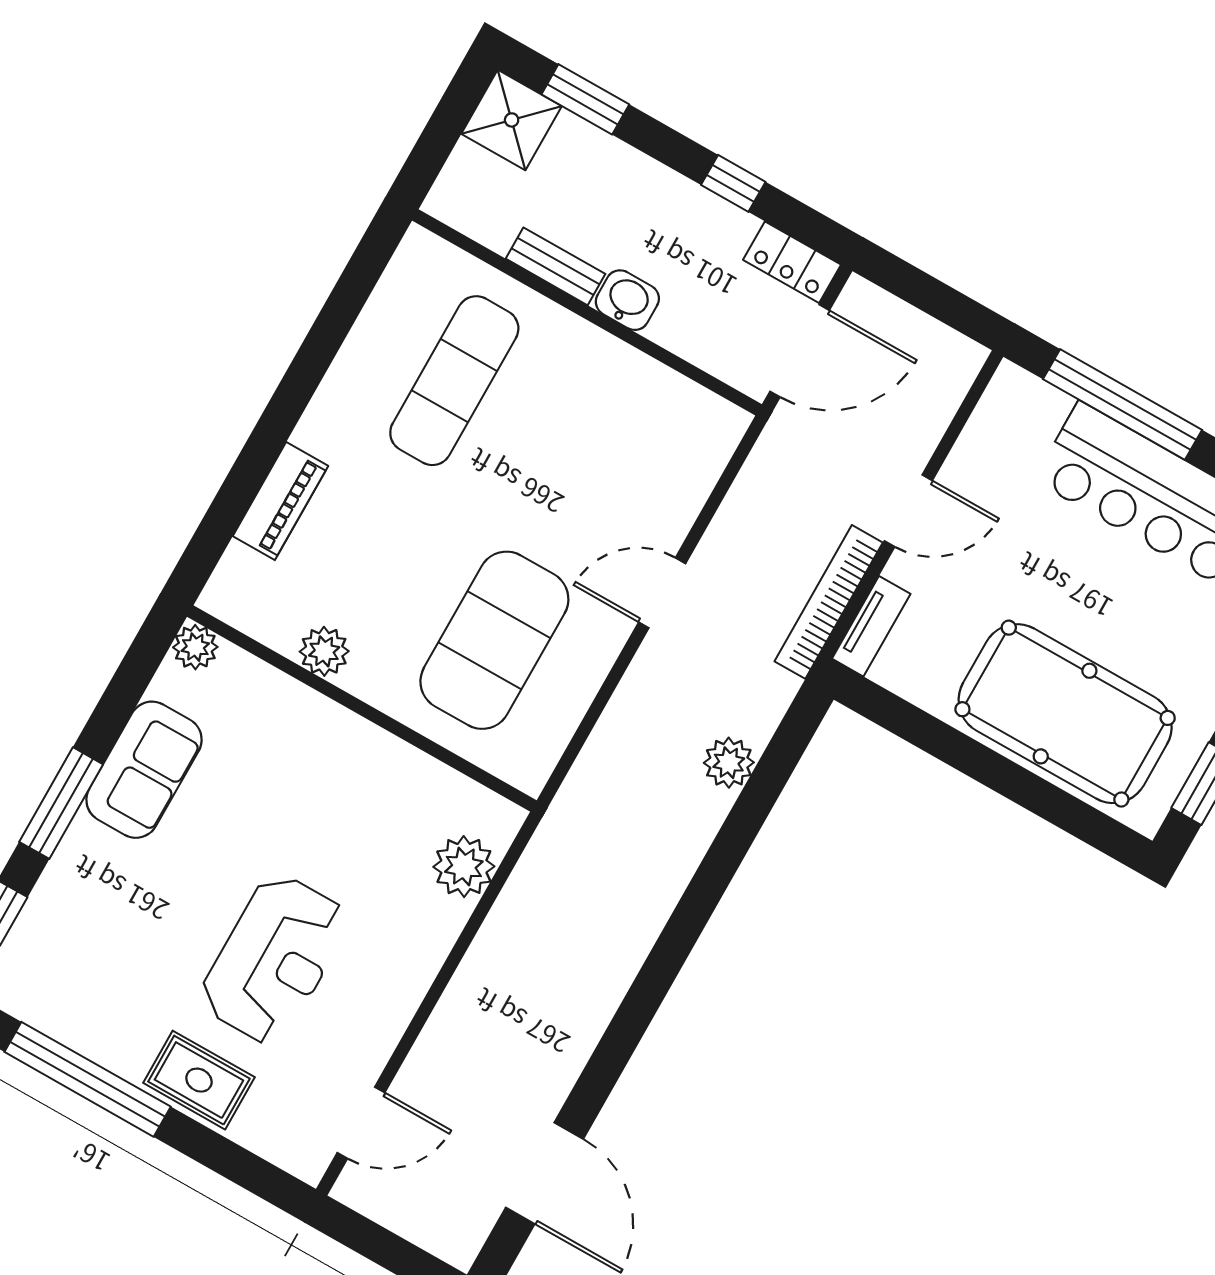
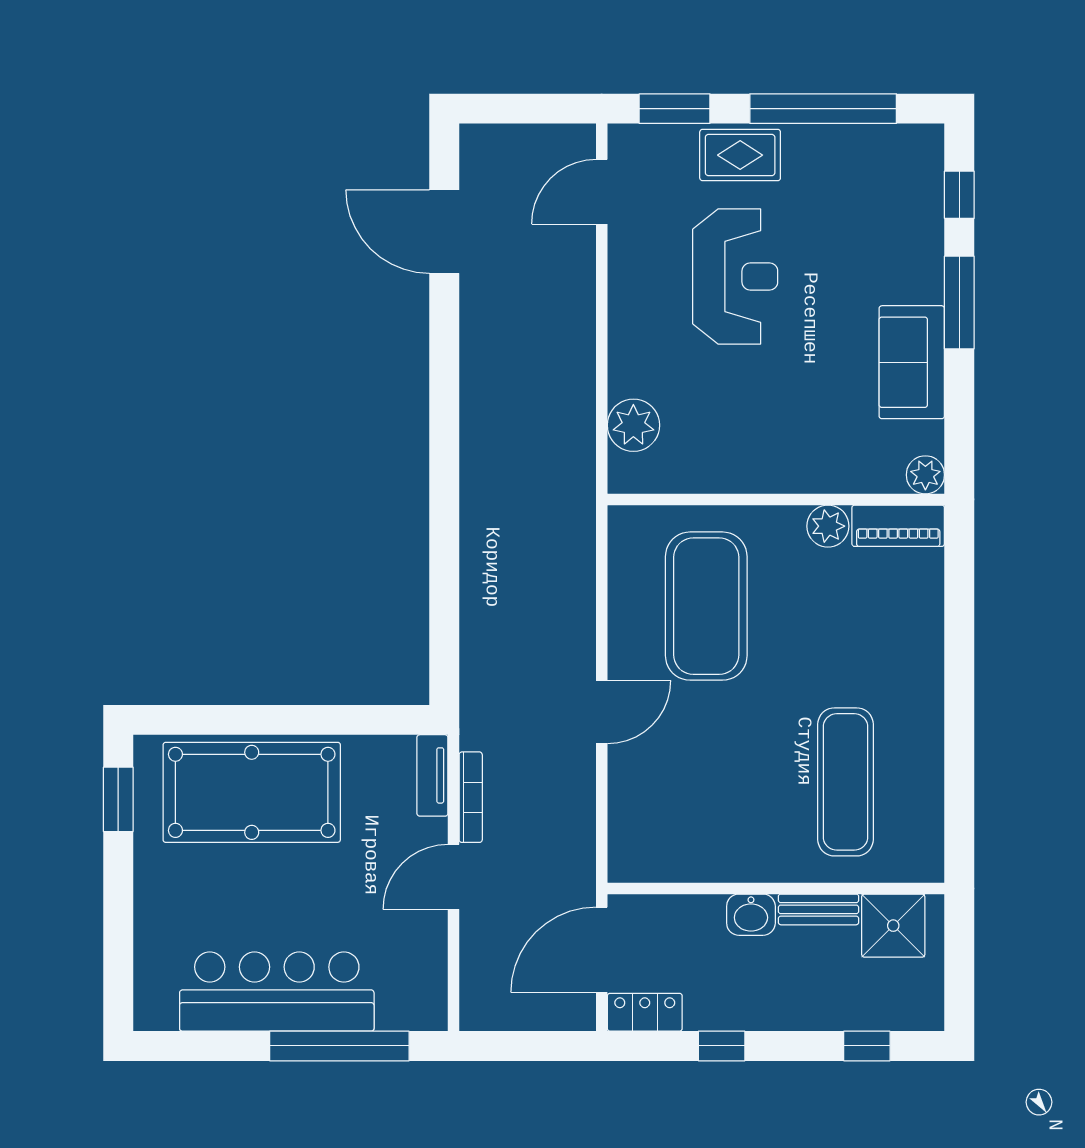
window: (585, 99) -> (867, 1046), width x0.67
shower: (512, 120) -> (893, 926), moved
piano: (280, 501) -> (898, 526), moved, turned -90
bookcase: (829, 602) -> (471, 797), width x0.68, depth x0.76
plant: (729, 763) -> (481, 614), removed
reception desk: (274, 959) -> (735, 277), turned 180
window: (239, 1165) -> (675, 109), added

